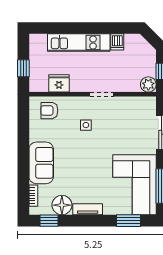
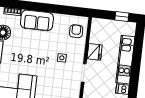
window: (23, 68) -> (122, 17), moved
fridge: (59, 83) -> (95, 52), moved

